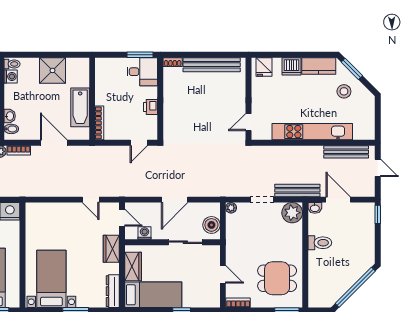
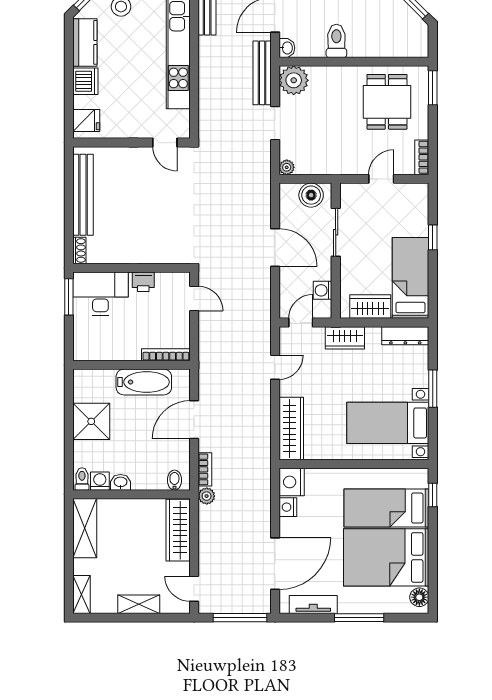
desk: (142, 72) -> (100, 294), width x1.37
washbasin: (10, 116) -> (121, 482), moved
wardrobe: (47, 211) -> (291, 429), added

